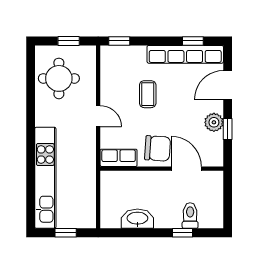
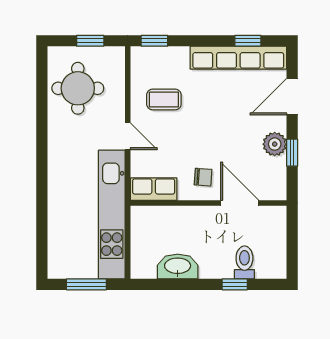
coffee table: (148, 94) -> (164, 99), moved, turned 90
chair: (158, 148) -> (203, 177), width x0.54, depth x0.54
kitchen unit: (45, 178) -> (112, 215), moved, turned 180
window: (66, 233) -> (86, 284), width x1.50

